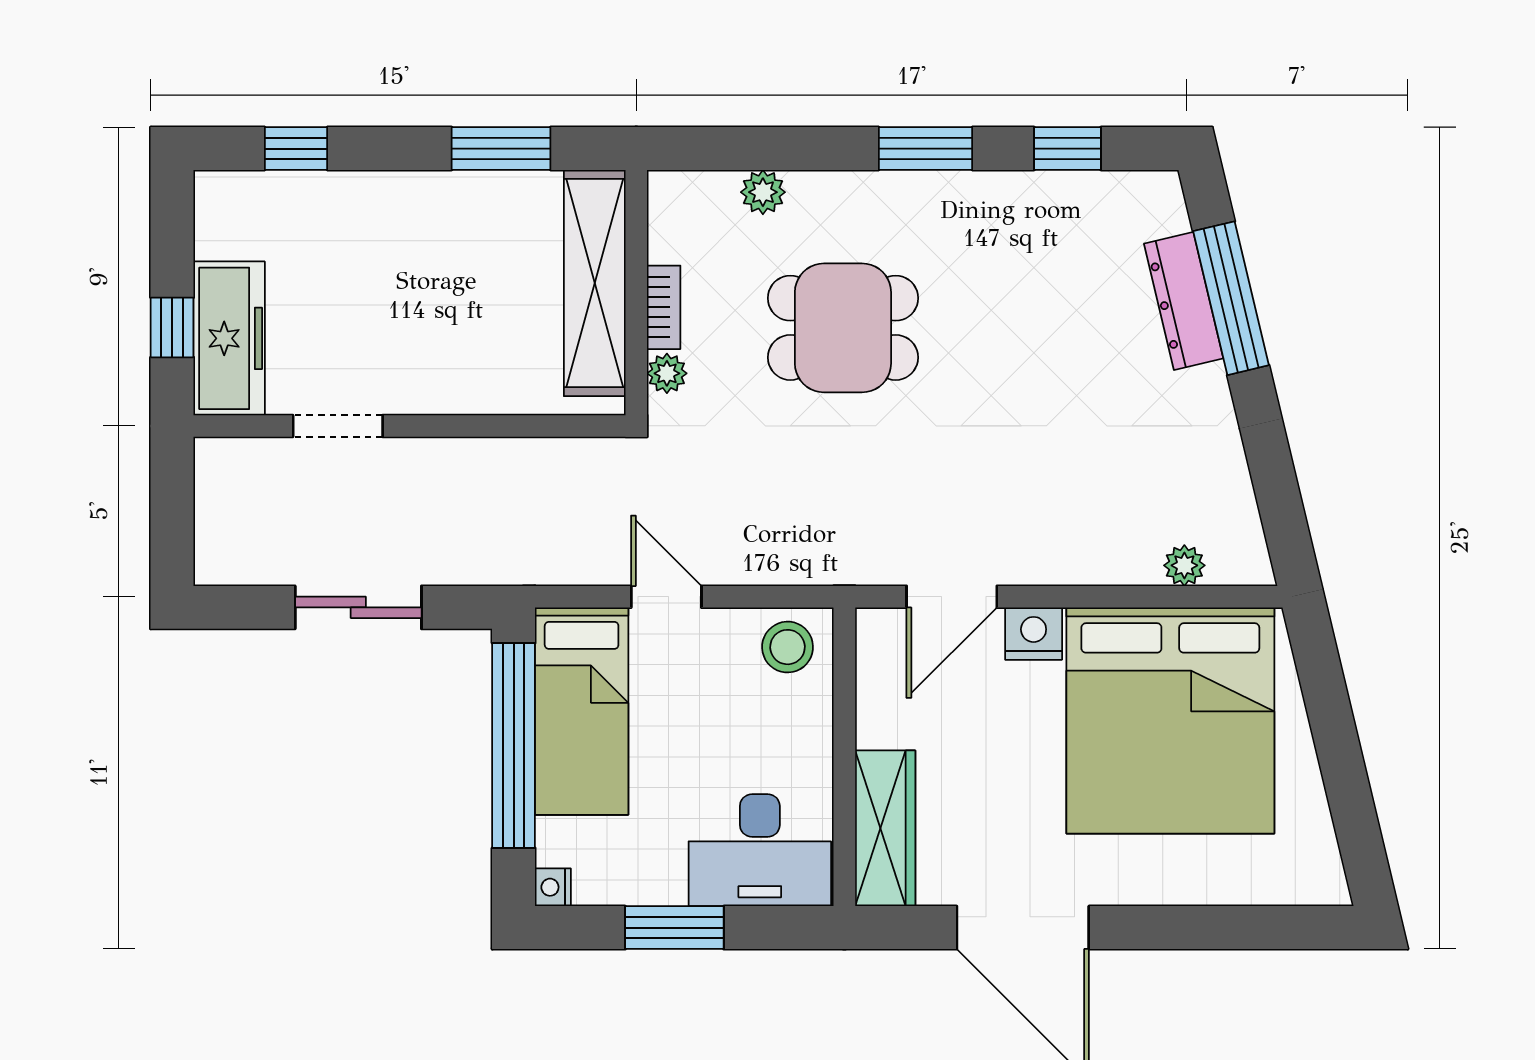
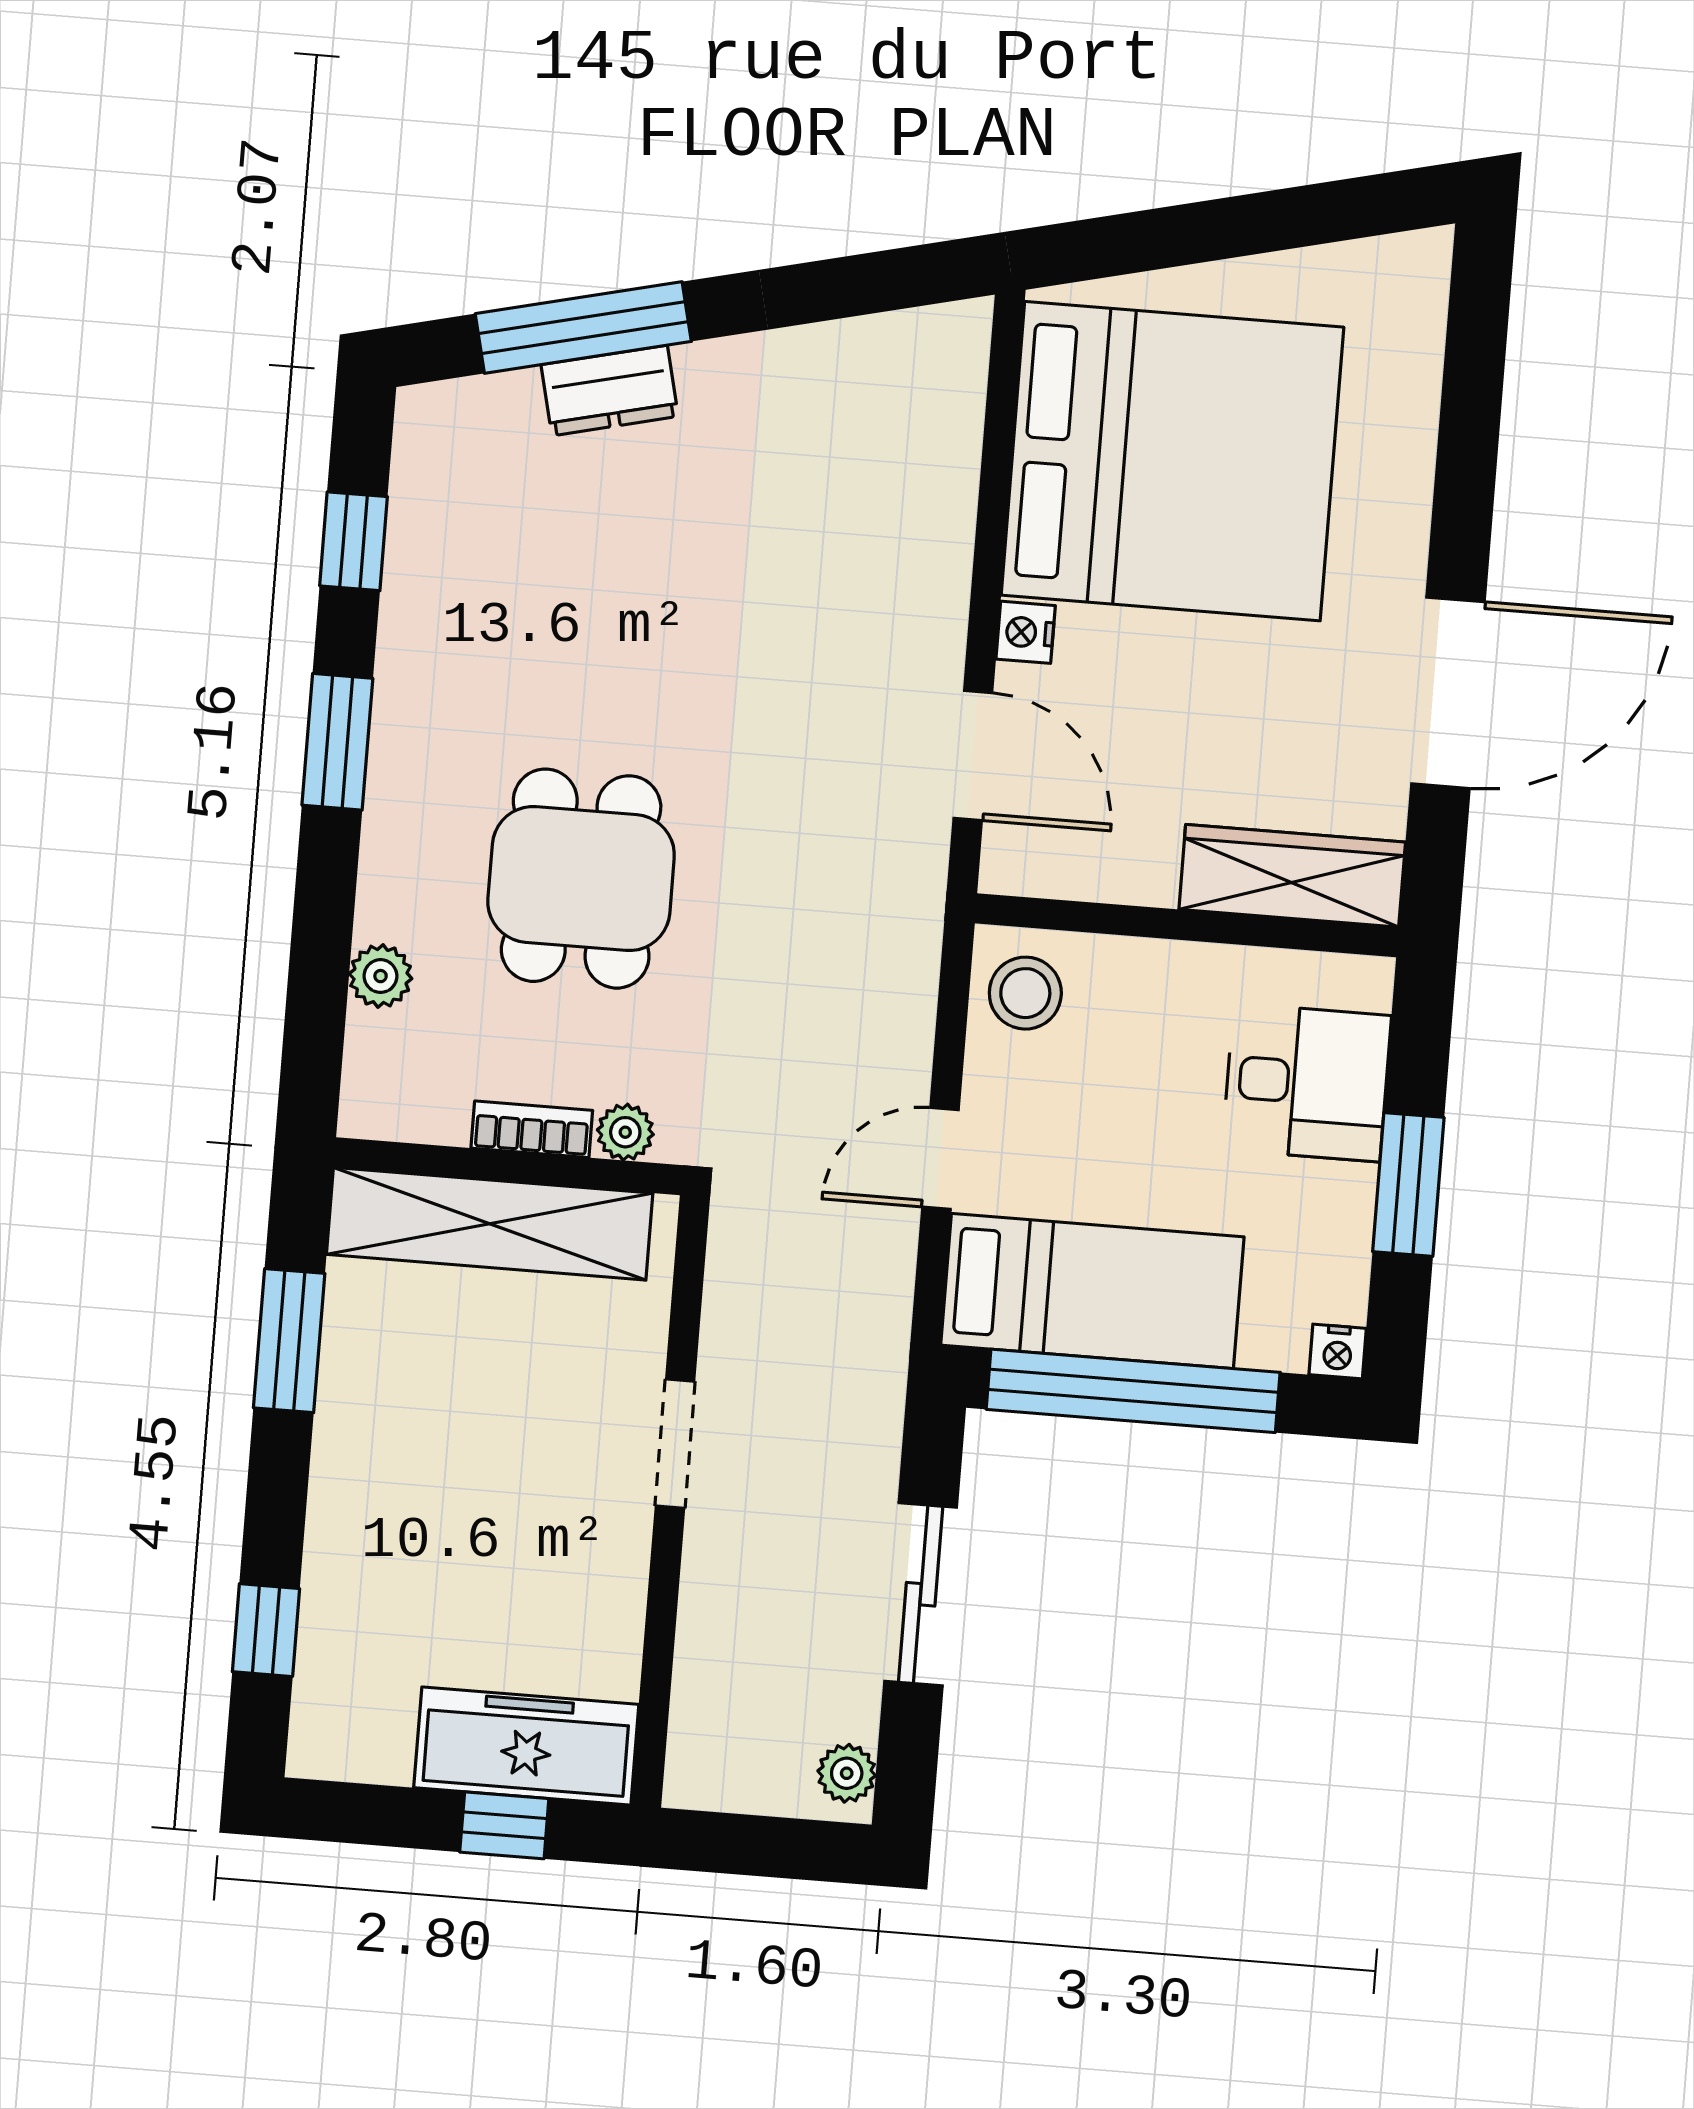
dresser: (1184, 301) -> (610, 391), width x0.70
doorway: (338, 426) -> (675, 1444), moved
plant: (1184, 565) -> (847, 1773), moved
nightstand: (1034, 634) -> (1026, 632), width x0.72, depth x0.74
desk: (760, 850) -> (1307, 1082), width x0.73

